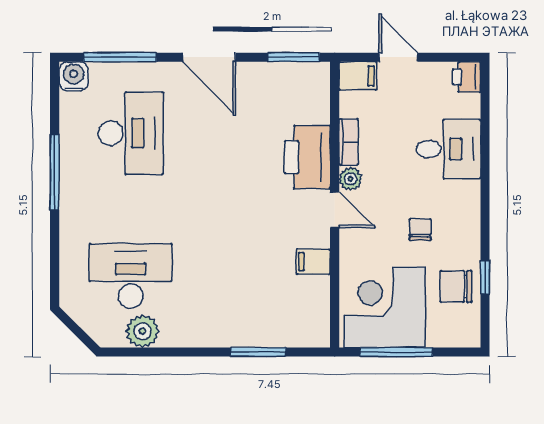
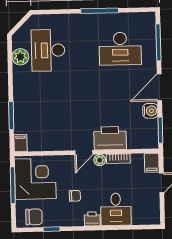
water cooler: (74, 76) -> (150, 111), moved
printer: (467, 77) -> (92, 219), moved
filing cabinet: (313, 262) -> (20, 143), moved
desk: (131, 276) -> (48, 50), turned 180
chair: (456, 286) -> (34, 217), moved, turned 90

